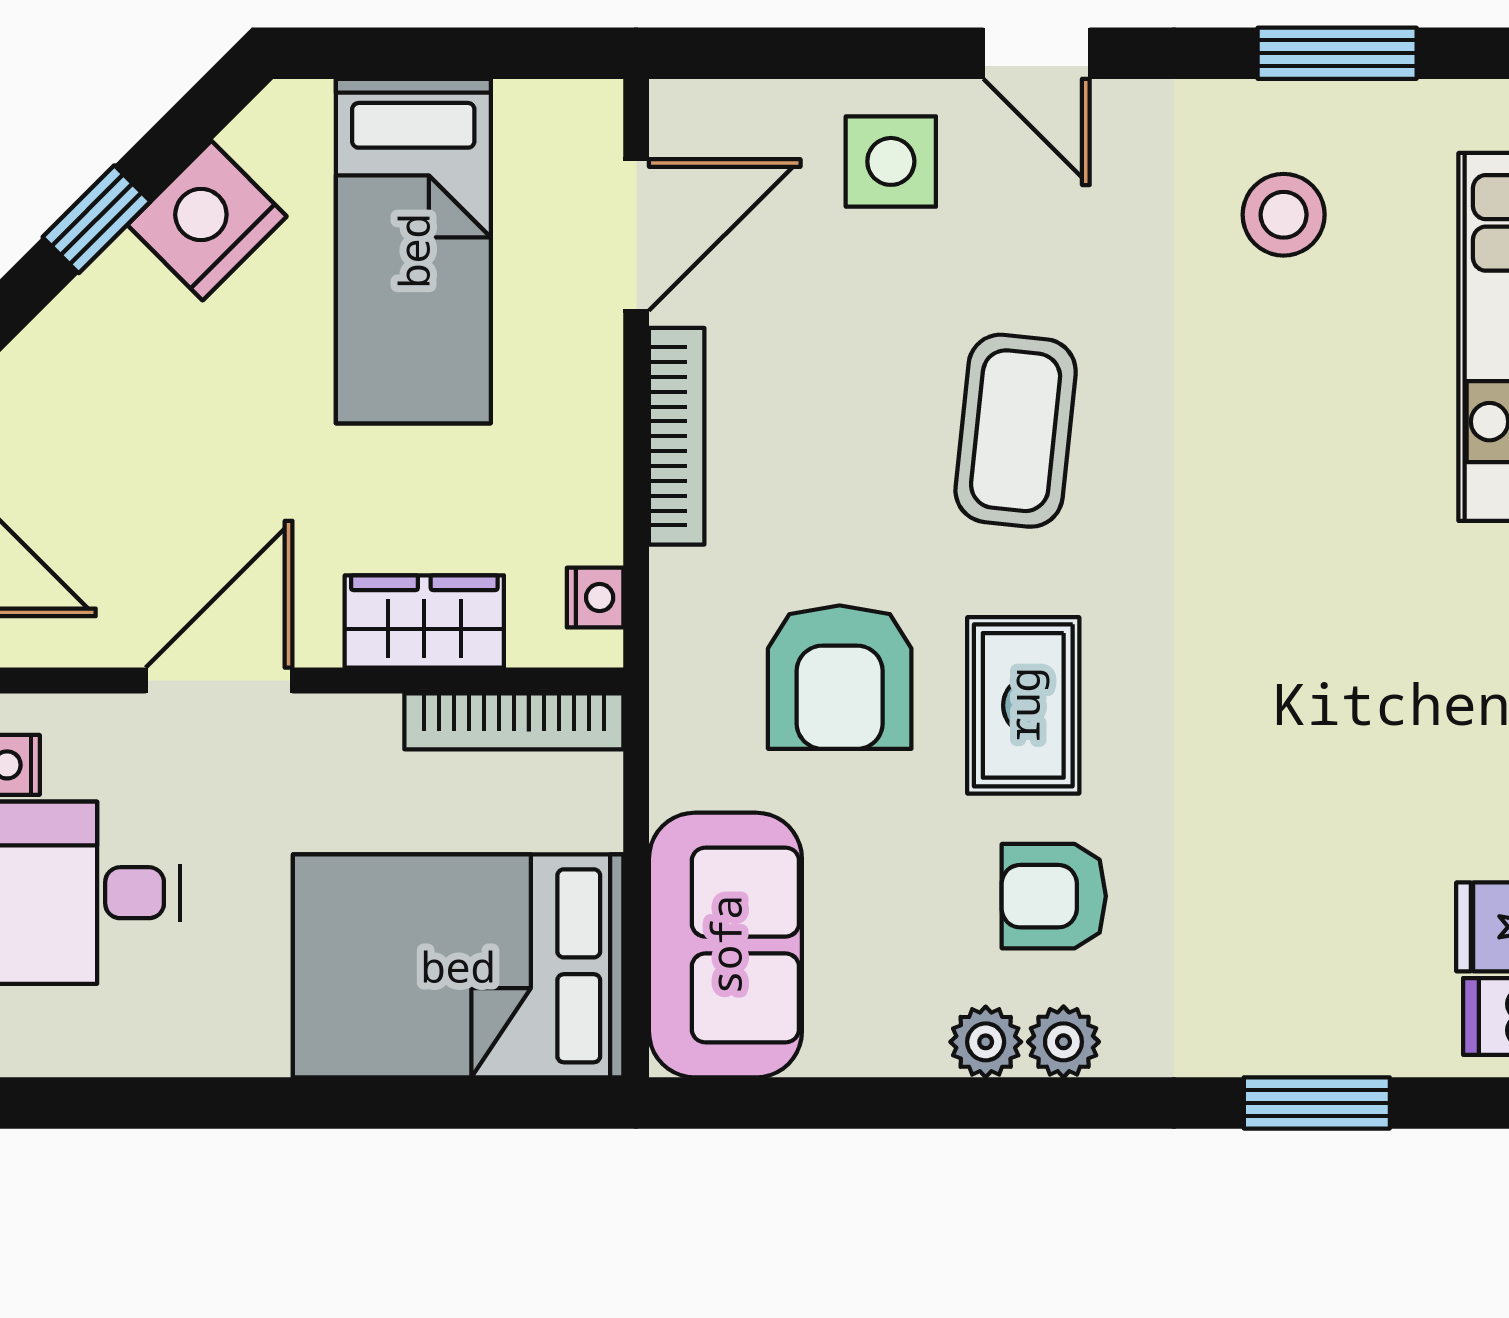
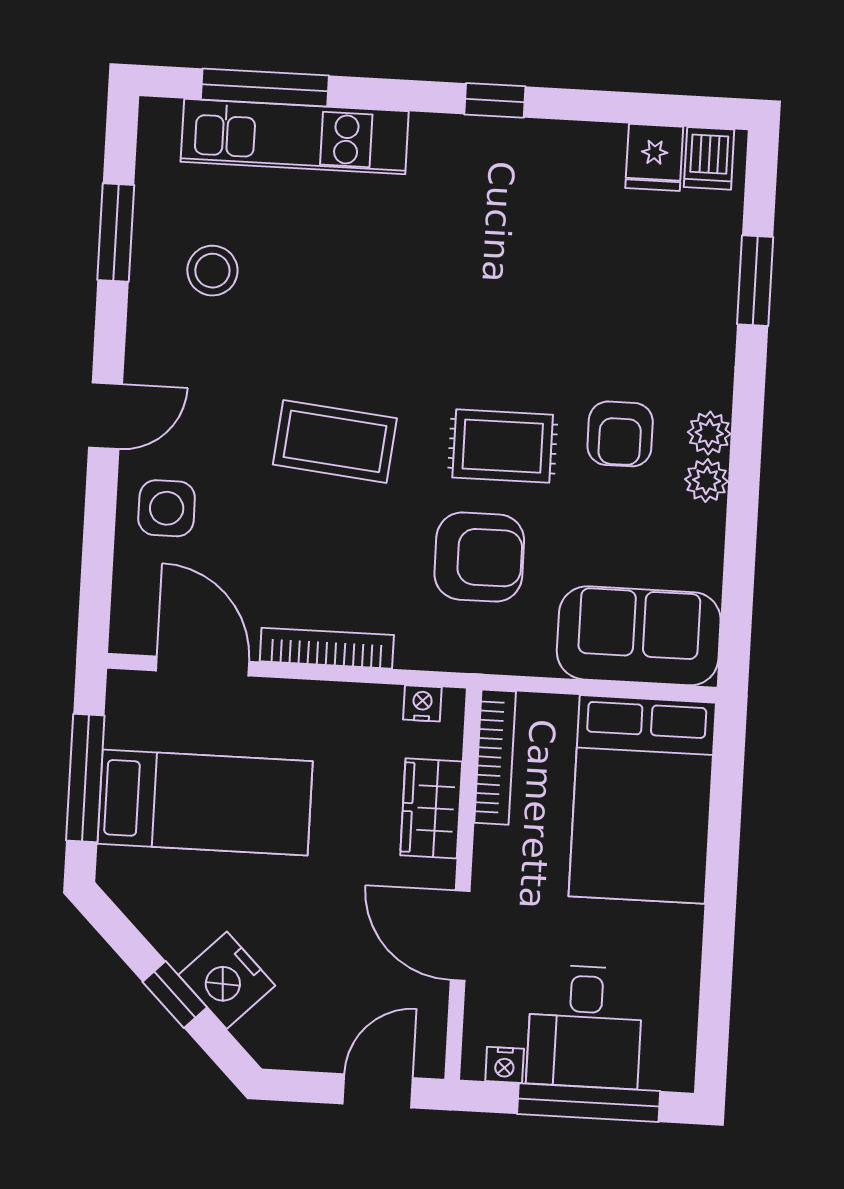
window: (442, 53) -> (85, 778), added
nightstand: (207, 221) -> (227, 980), moved

